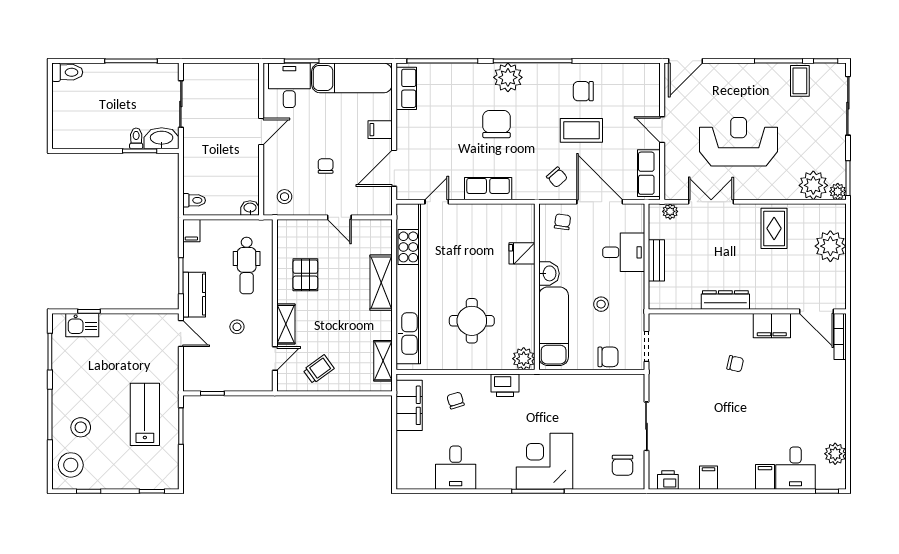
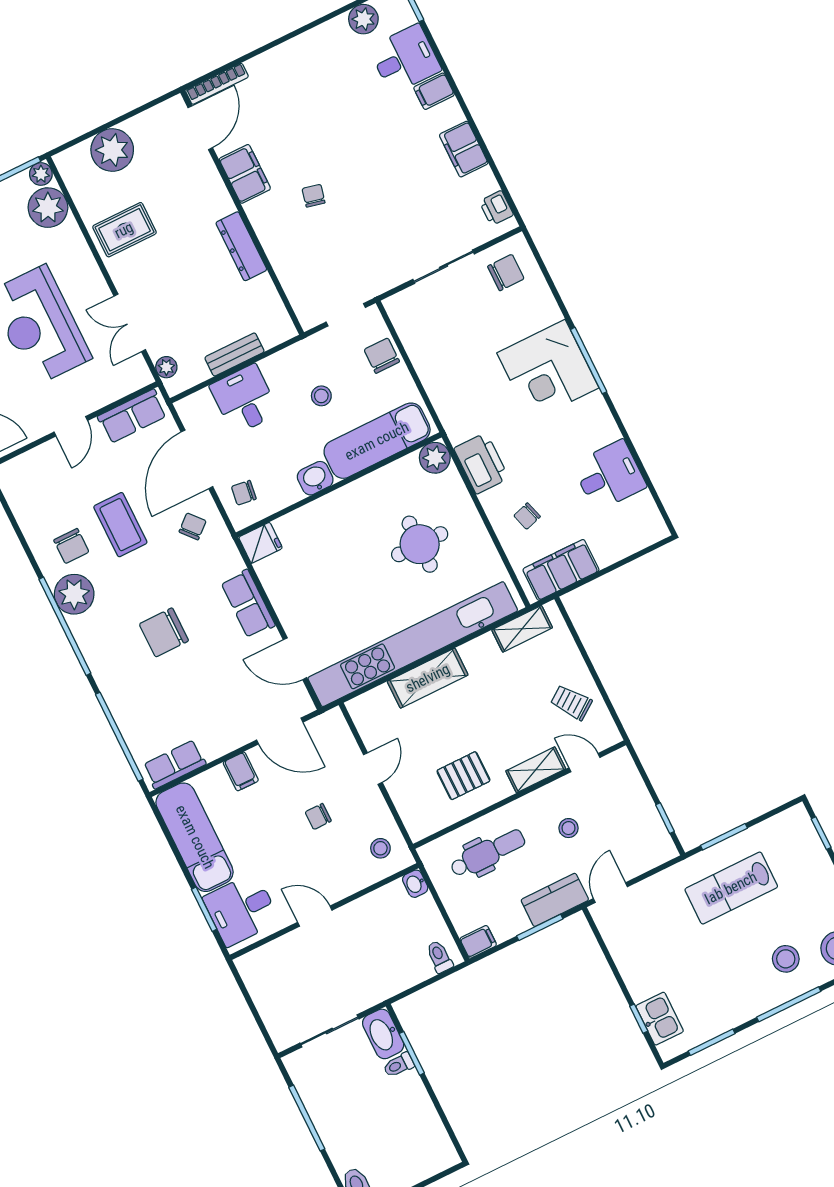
plant: (508, 77) -> (74, 594), moved
door: (437, 202) -> (295, 659), width x1.38
fridge: (522, 253) -> (261, 543), moved, turned -90
printer: (505, 385) -> (481, 463), width x1.37, depth x1.19
filing cabinet: (709, 478) -> (464, 149), width x2.00

